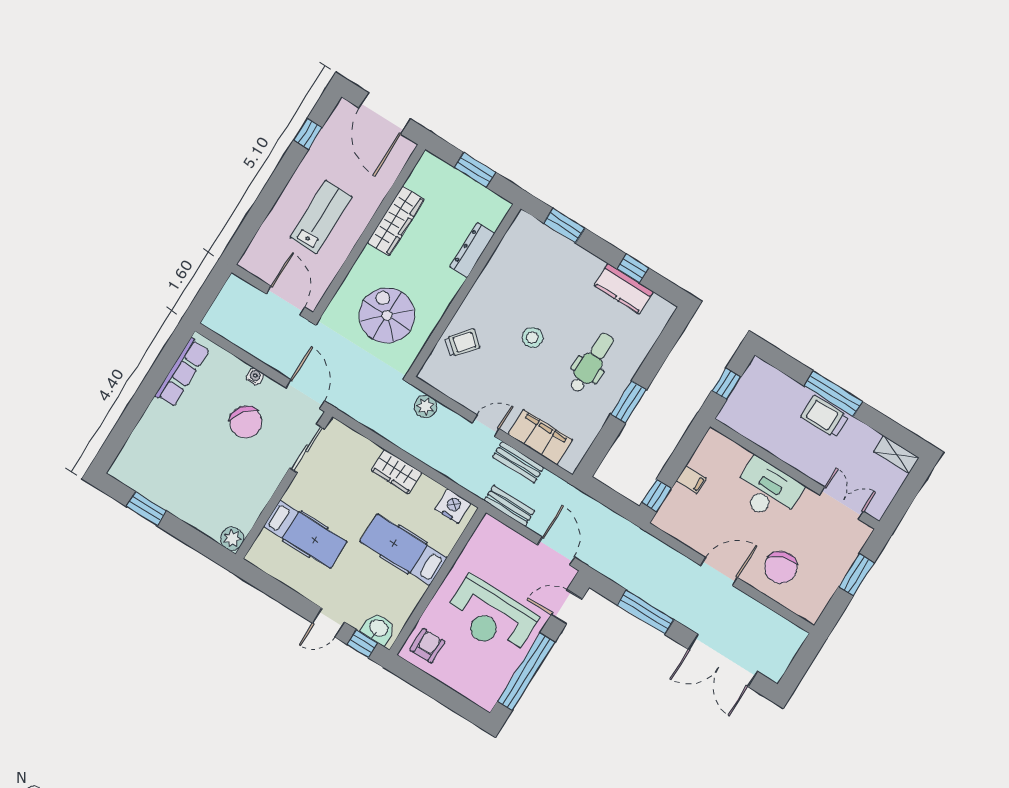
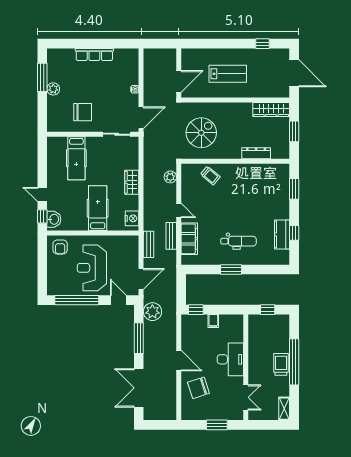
door: (385, 113) -> (294, 73), swing flipped
wardrobe: (396, 221) -> (271, 110), moved
stool: (532, 337) -> (233, 206), removed
row of seats: (182, 372) -> (94, 54), moved
window: (833, 394) -> (294, 362), width x1.46
chair: (246, 422) -> (83, 112), moved, turned -128
window: (146, 509) -> (42, 77), width x1.44
plant: (232, 539) -> (53, 89), moved
plant: (618, 565) -> (152, 312), added
armchair: (427, 646) -> (60, 247), turned 90

